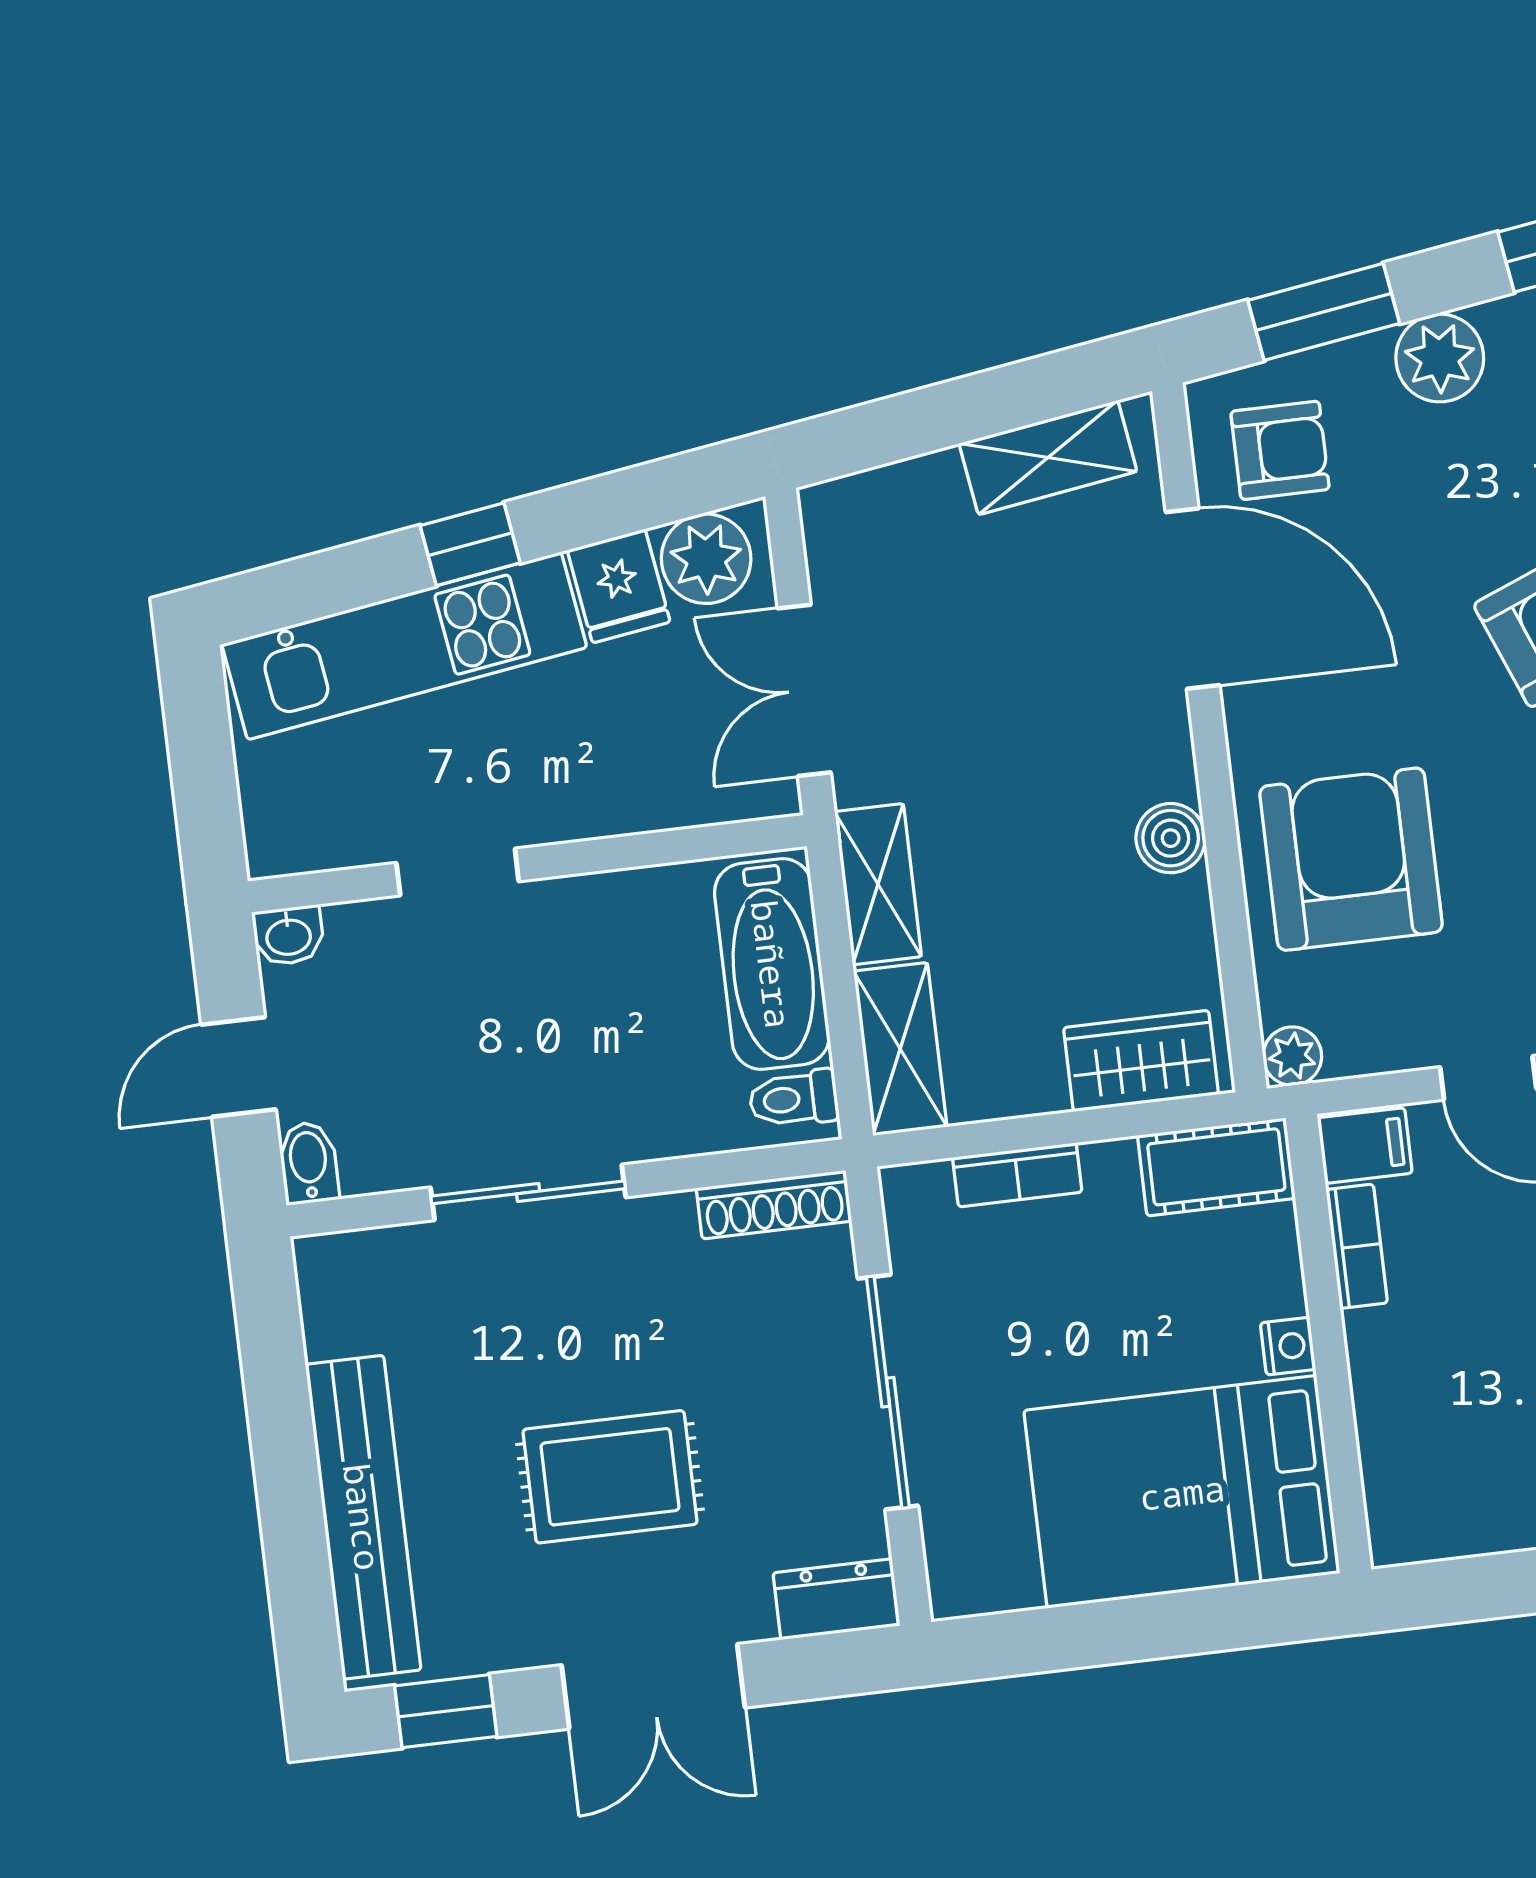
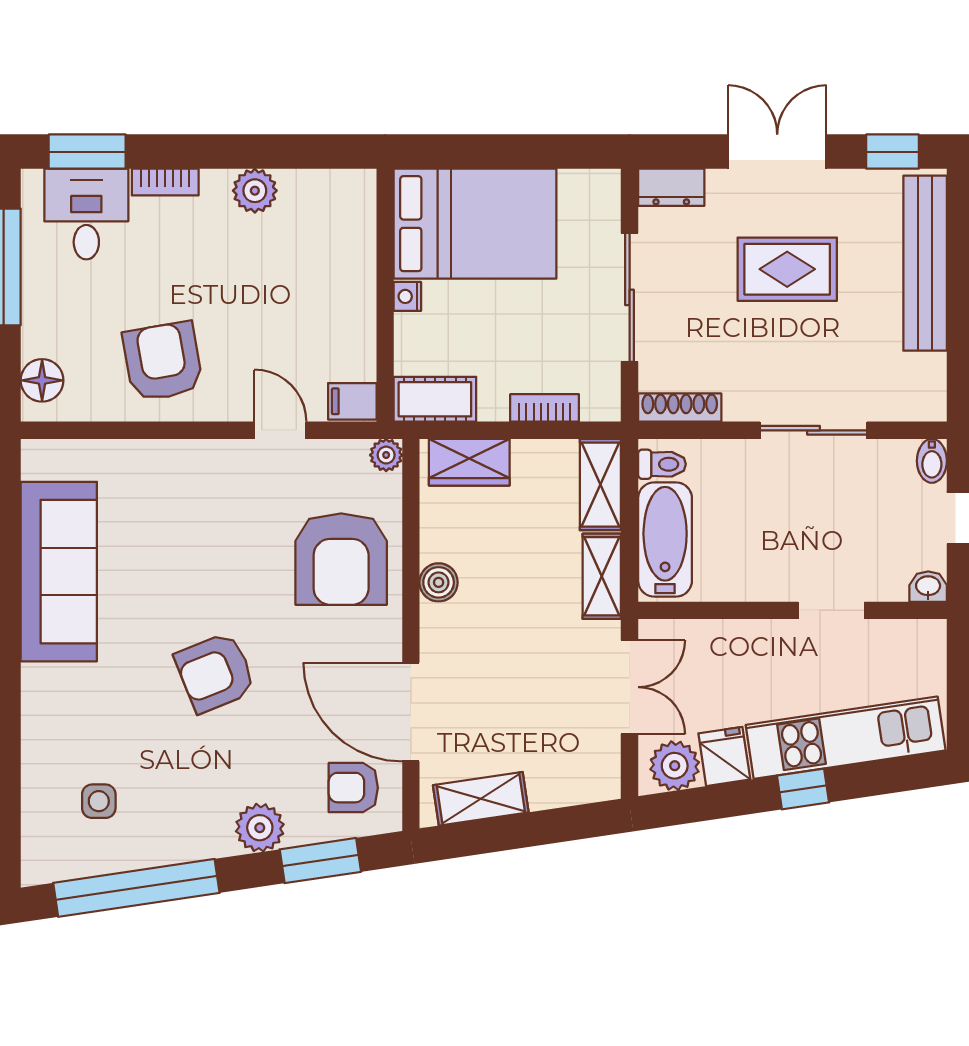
bookcase: (1357, 1246) -> (363, 347), removed

